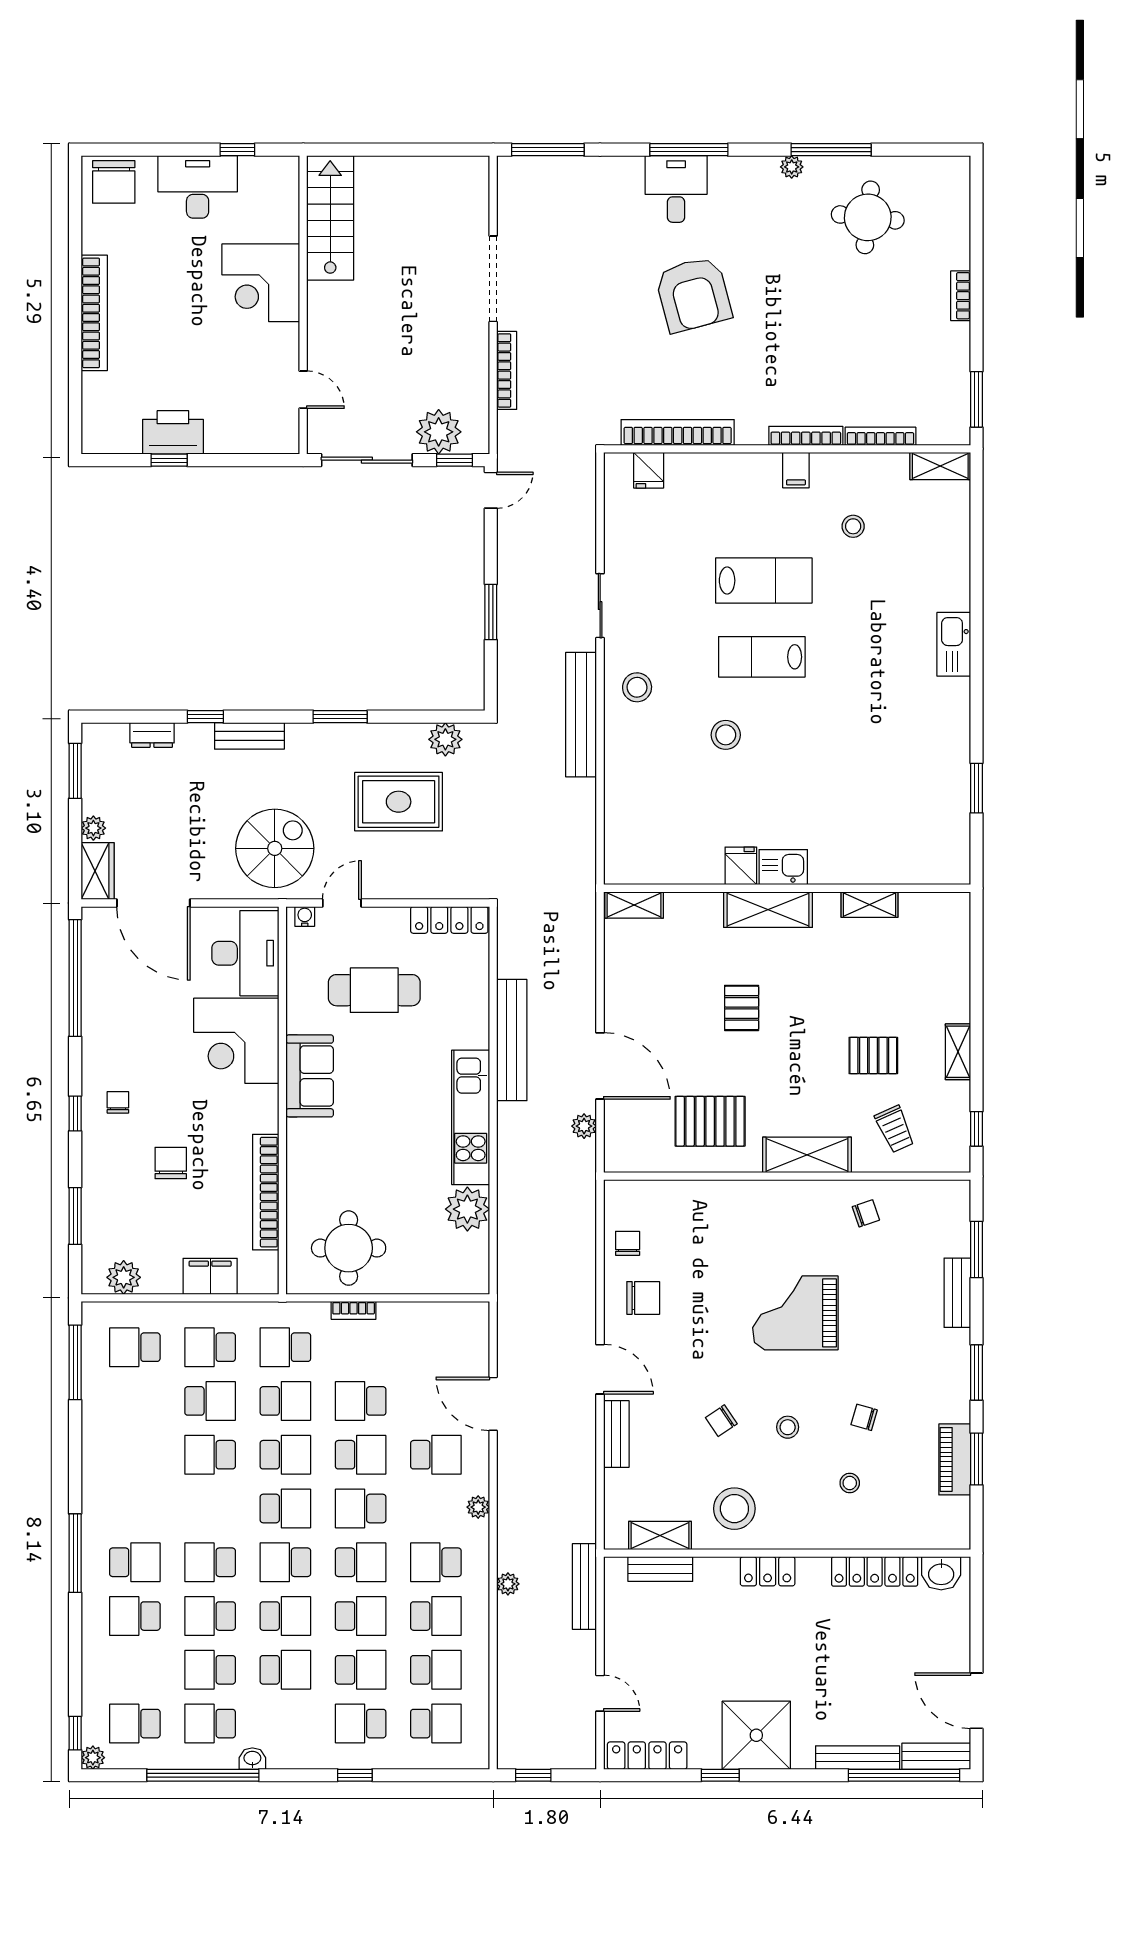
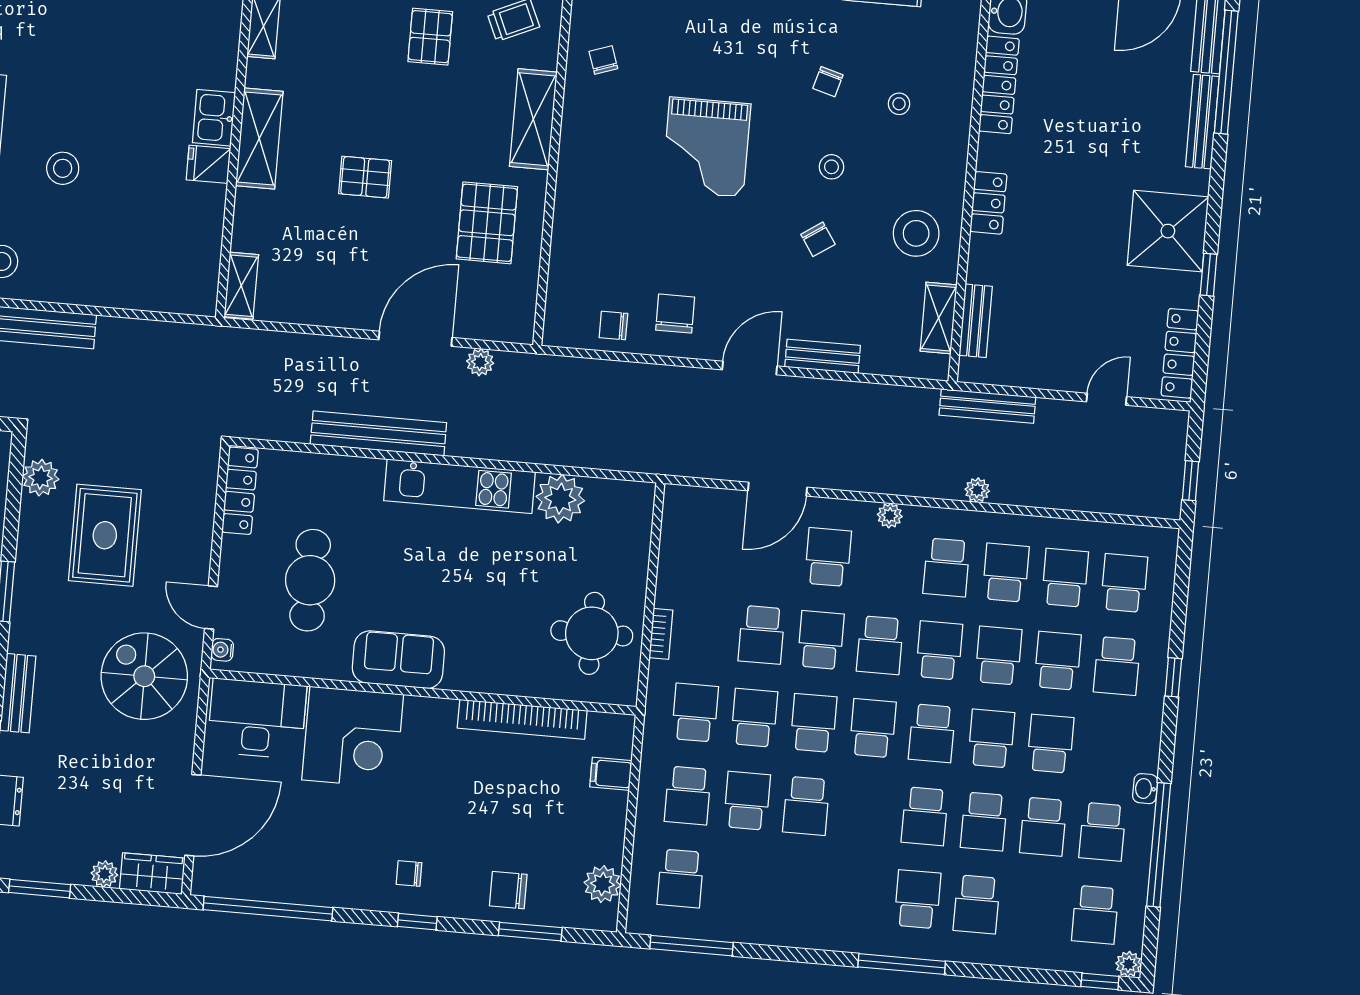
chair: (171, 1163) -> (508, 890), moved
filing cabinet: (210, 1276) -> (611, 774), width x0.50
school desk: (285, 1347) -> (695, 713), turned 180

